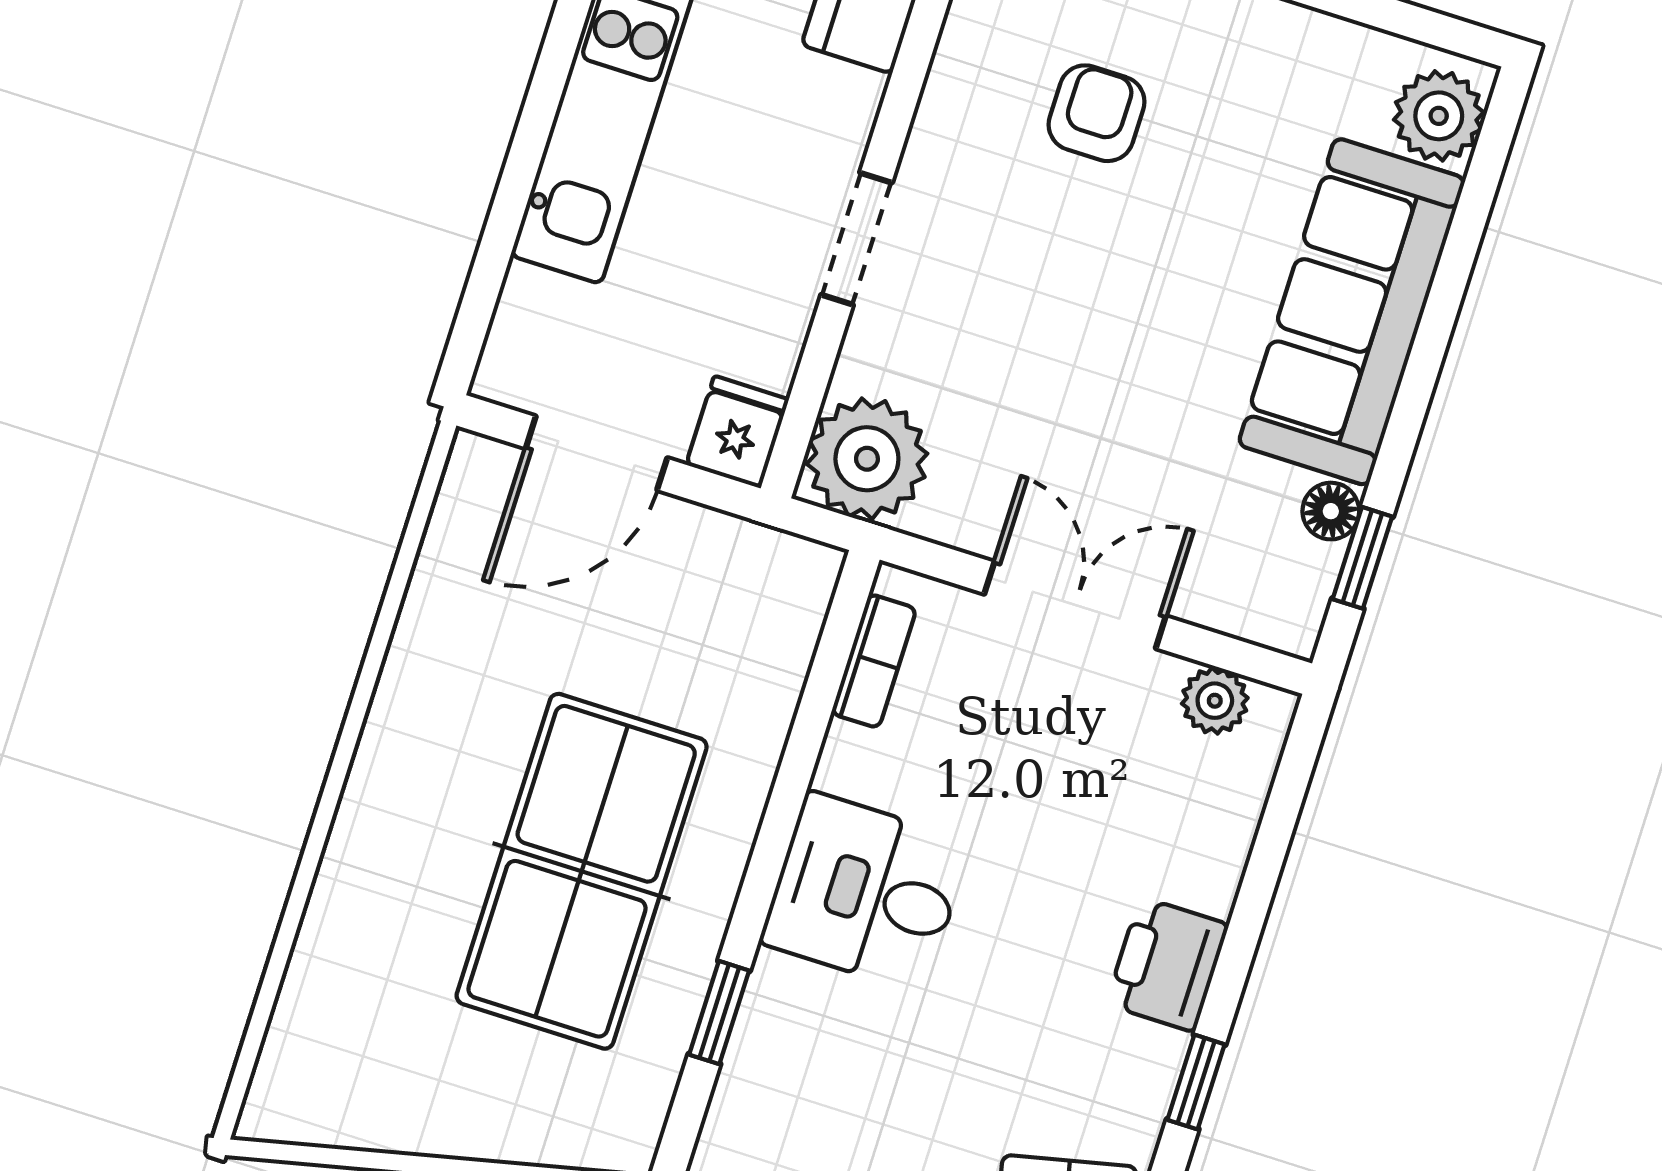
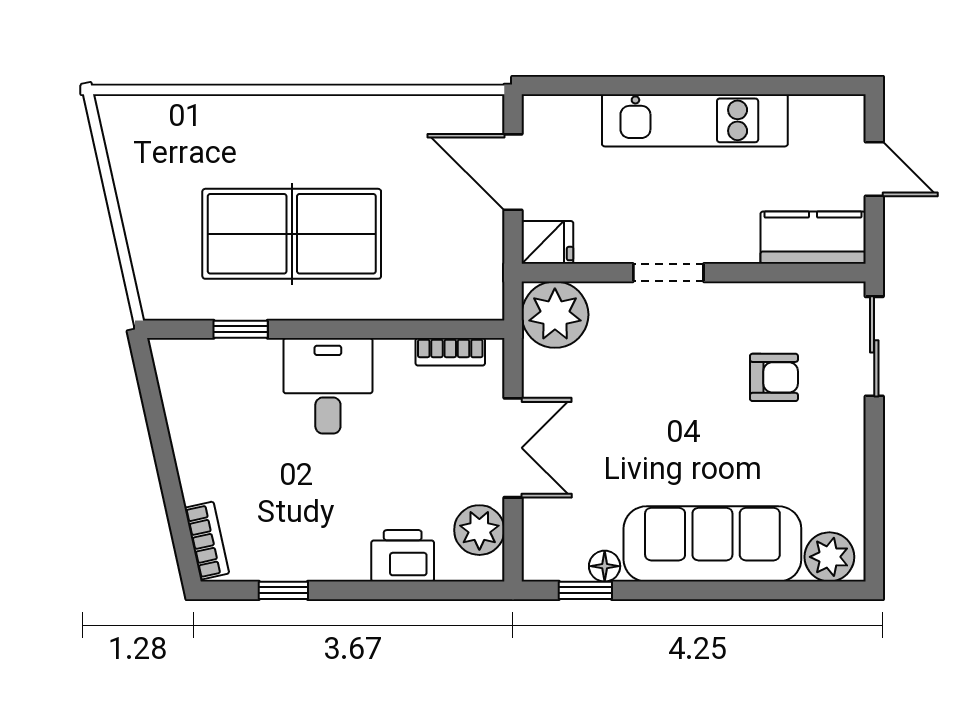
plant: (1215, 701) -> (479, 530), width x1.38, depth x1.38
printer: (1167, 964) -> (403, 556), moved

